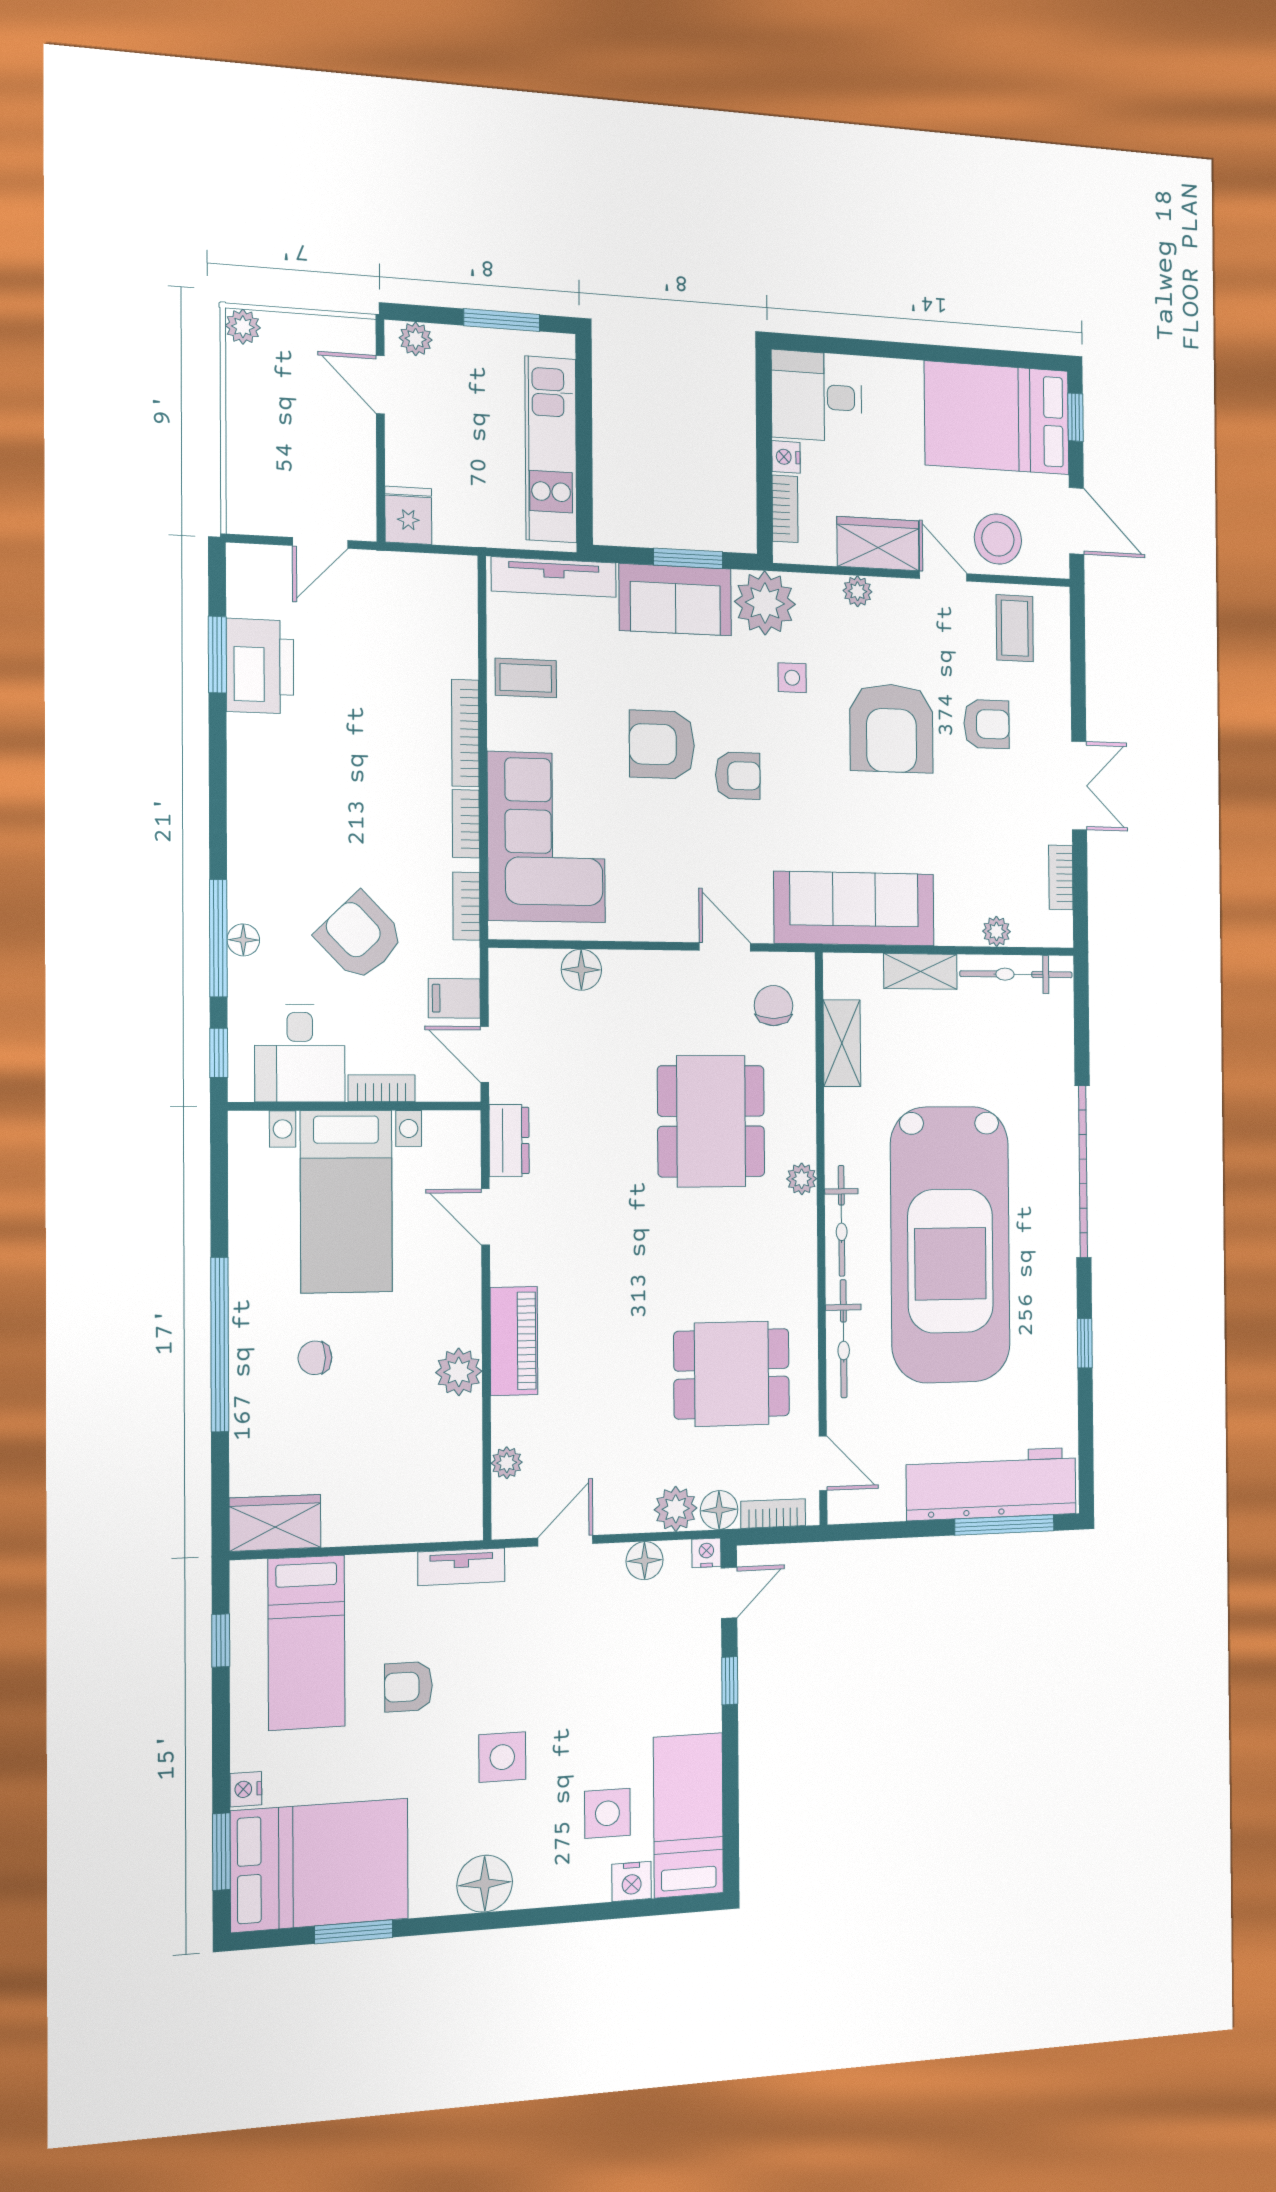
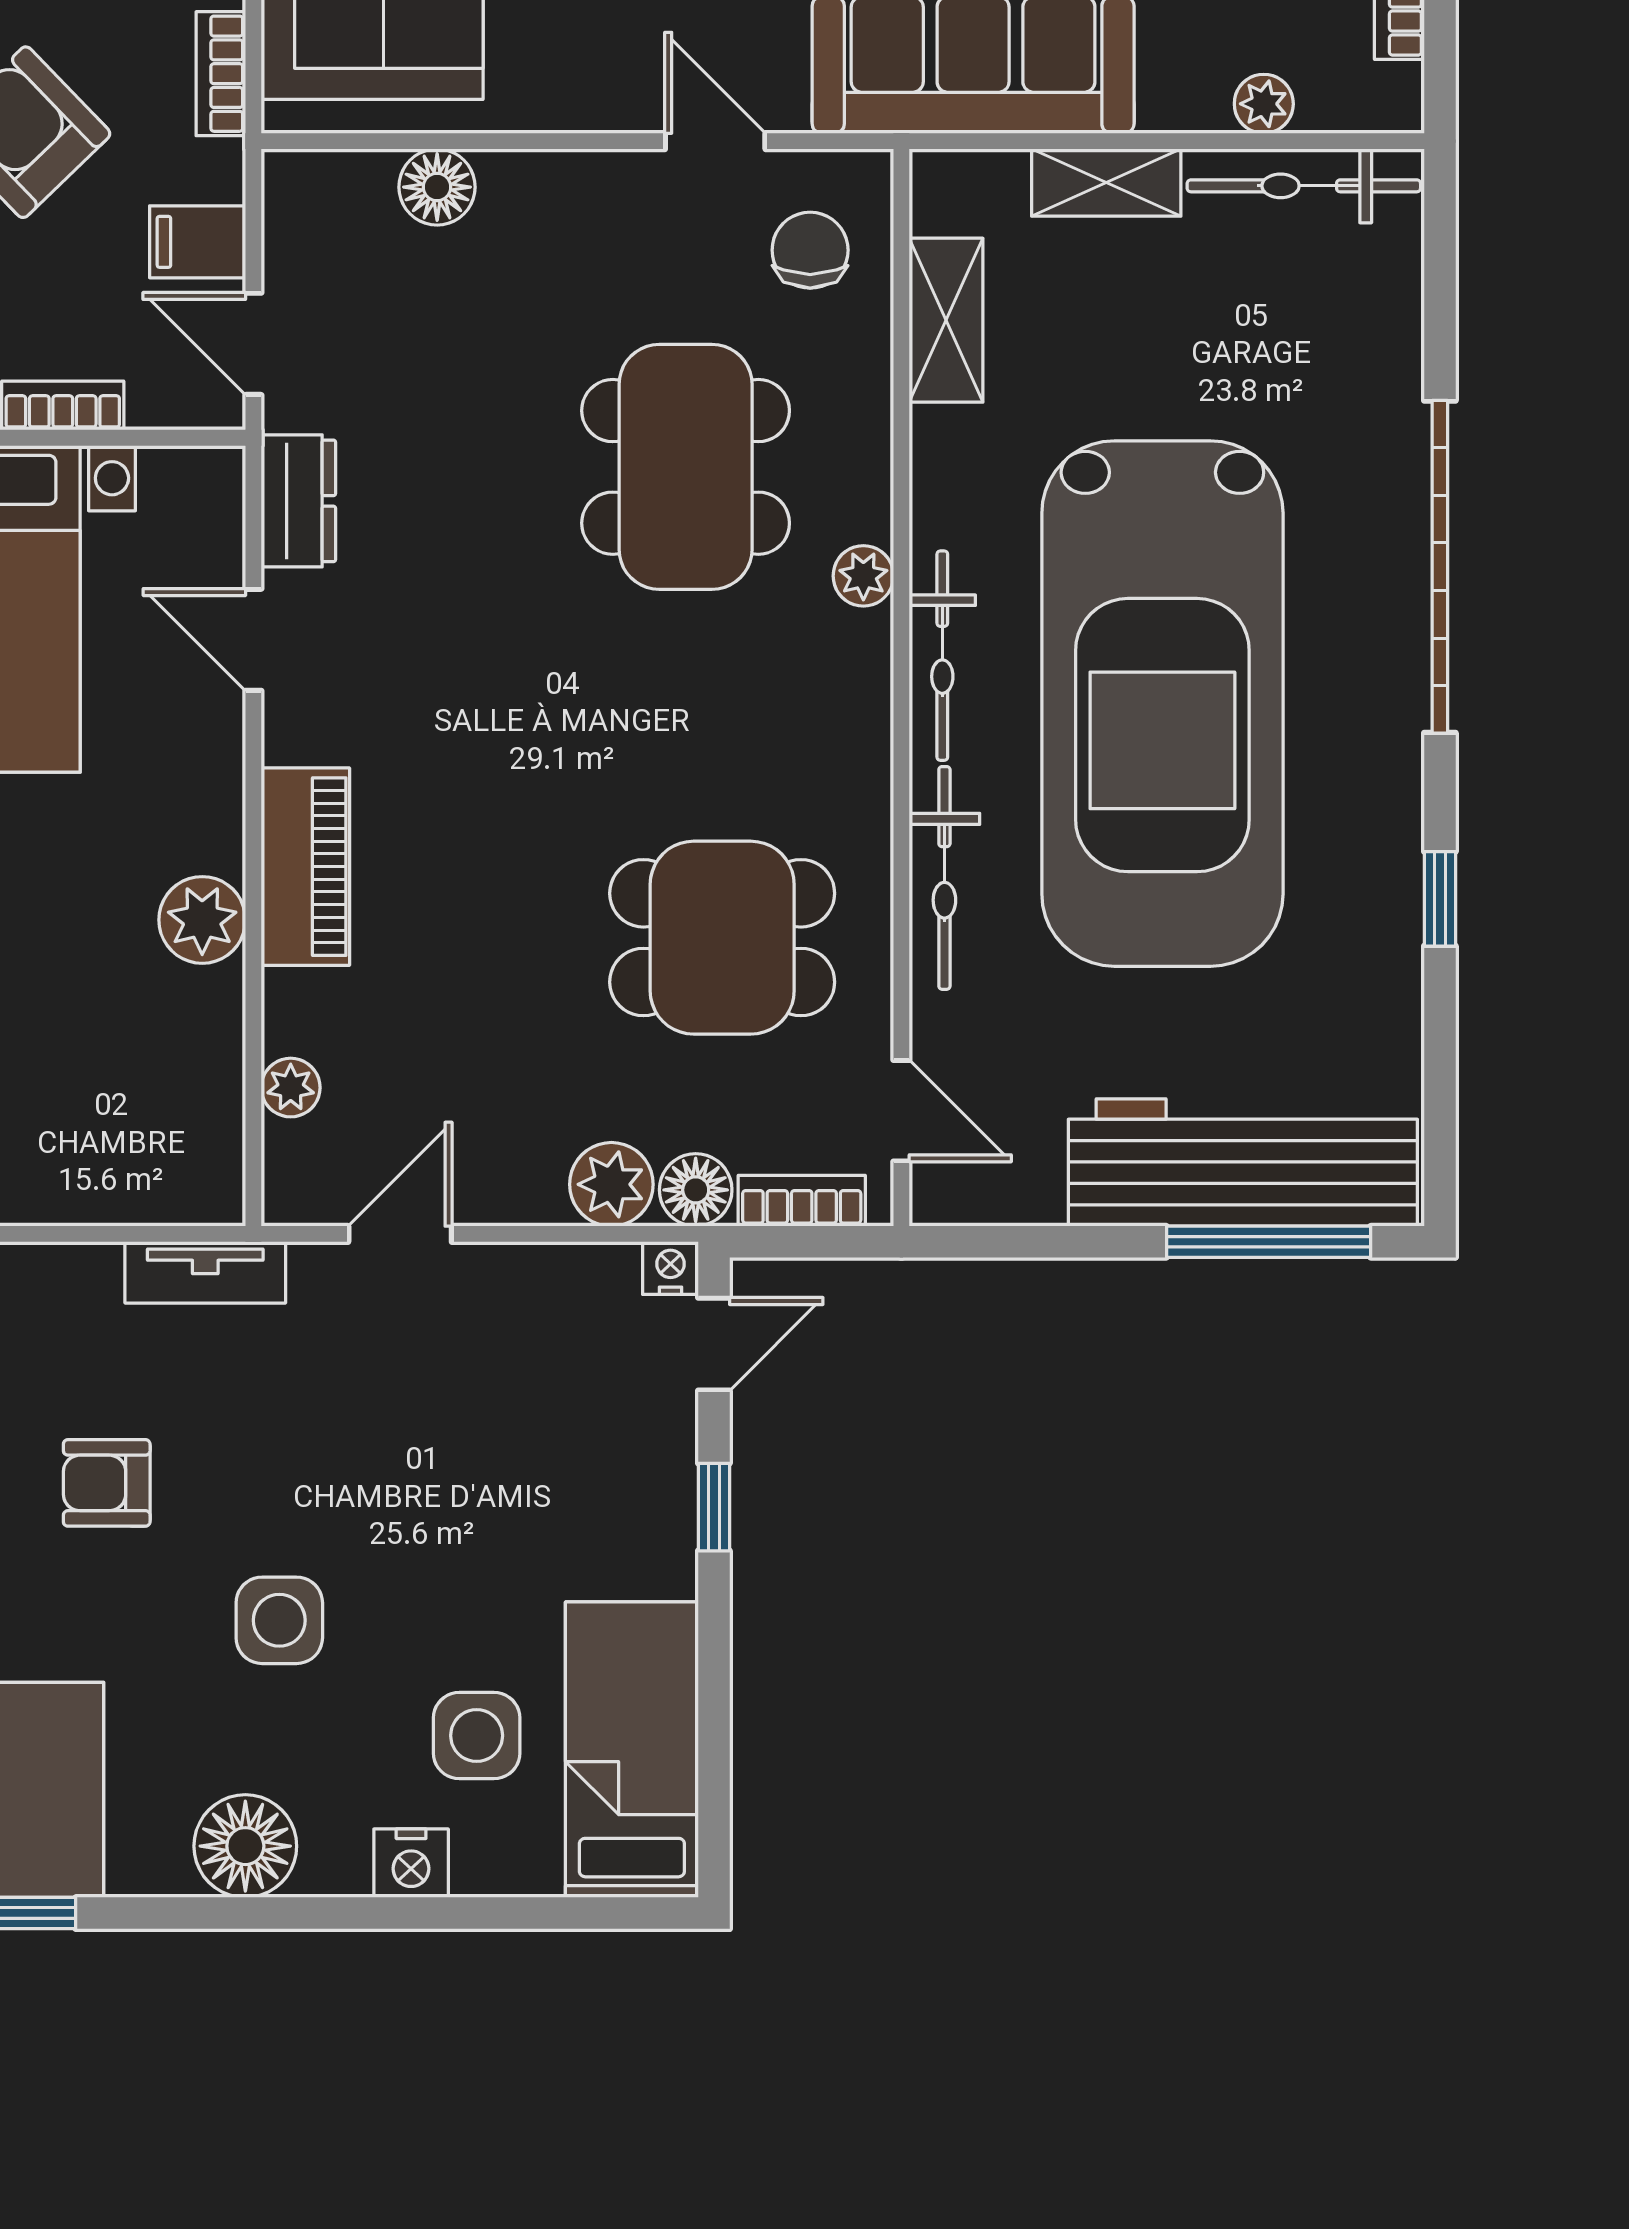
floor lamp: (645, 1561) -> (551, 1277), removed
nightstand: (632, 1881) -> (411, 1863), moved

